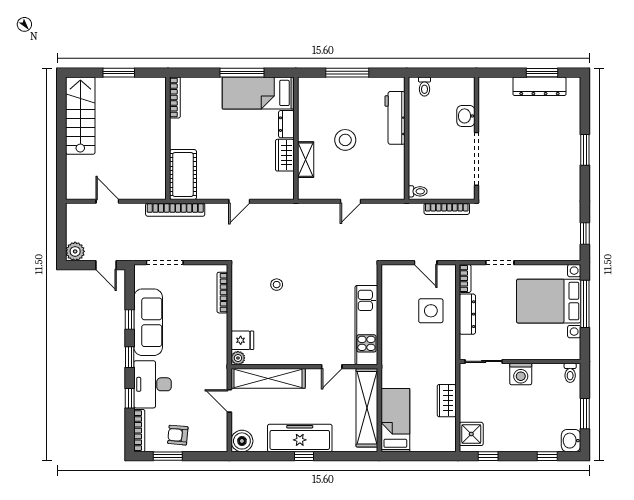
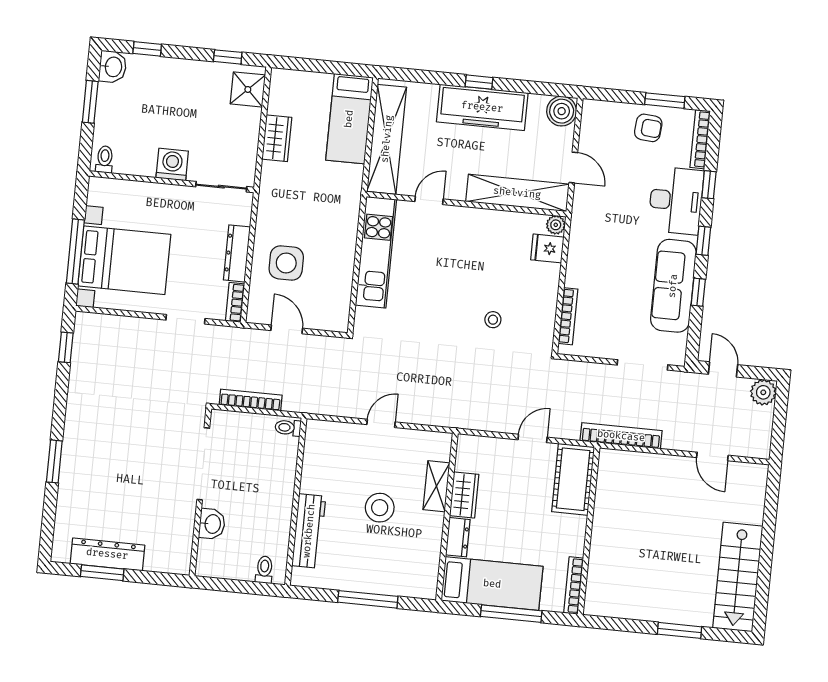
bookcase: (175, 97) -> (574, 586), moved
wall: (168, 138) -> (589, 531), moved
cot: (183, 175) -> (573, 479), moved

